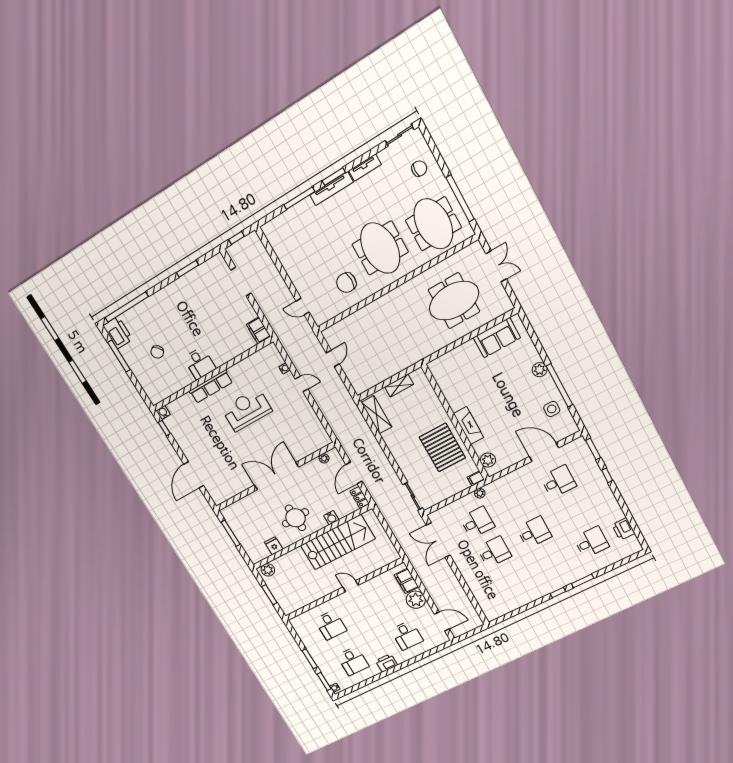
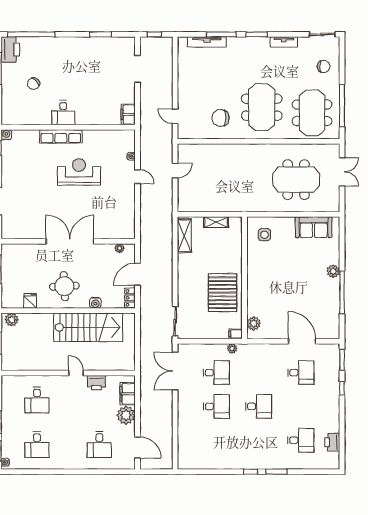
tv unit: (332, 189) -> (207, 42), moved
side table: (552, 409) -> (264, 235), moved
fireplace: (469, 425) -> (254, 286), removed
printer: (386, 663) -> (96, 383), moved, turned 180

